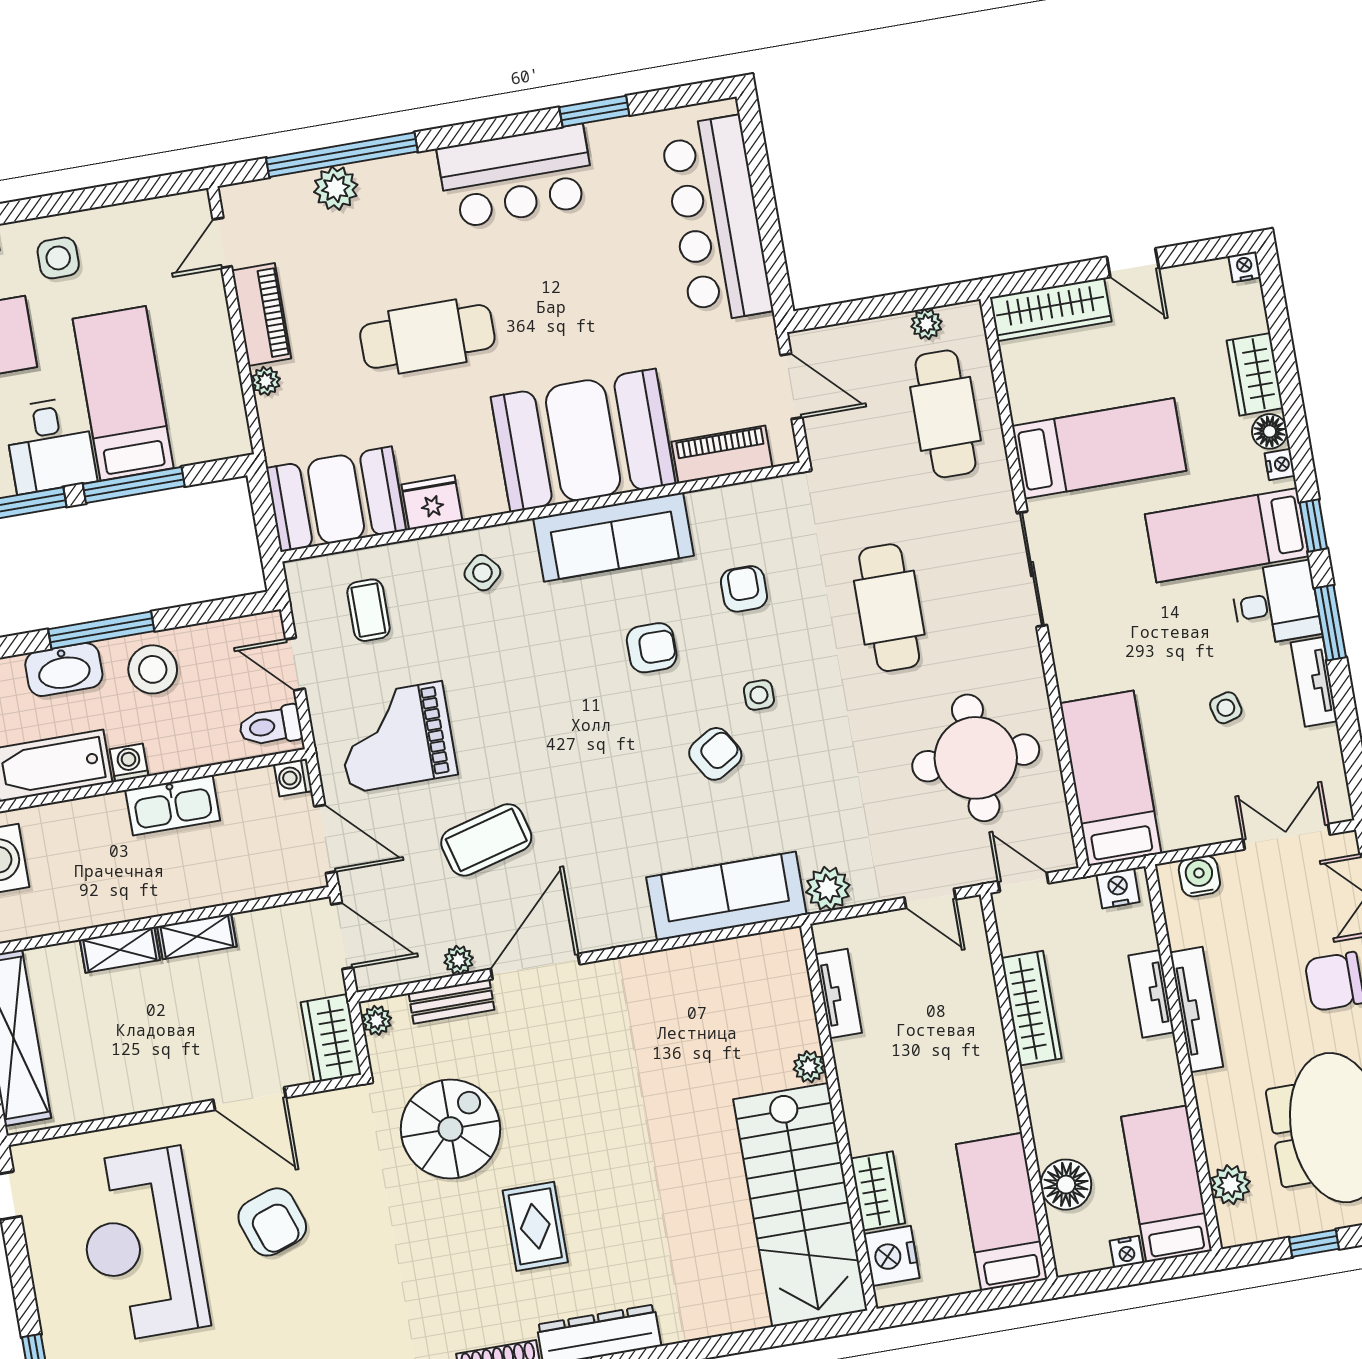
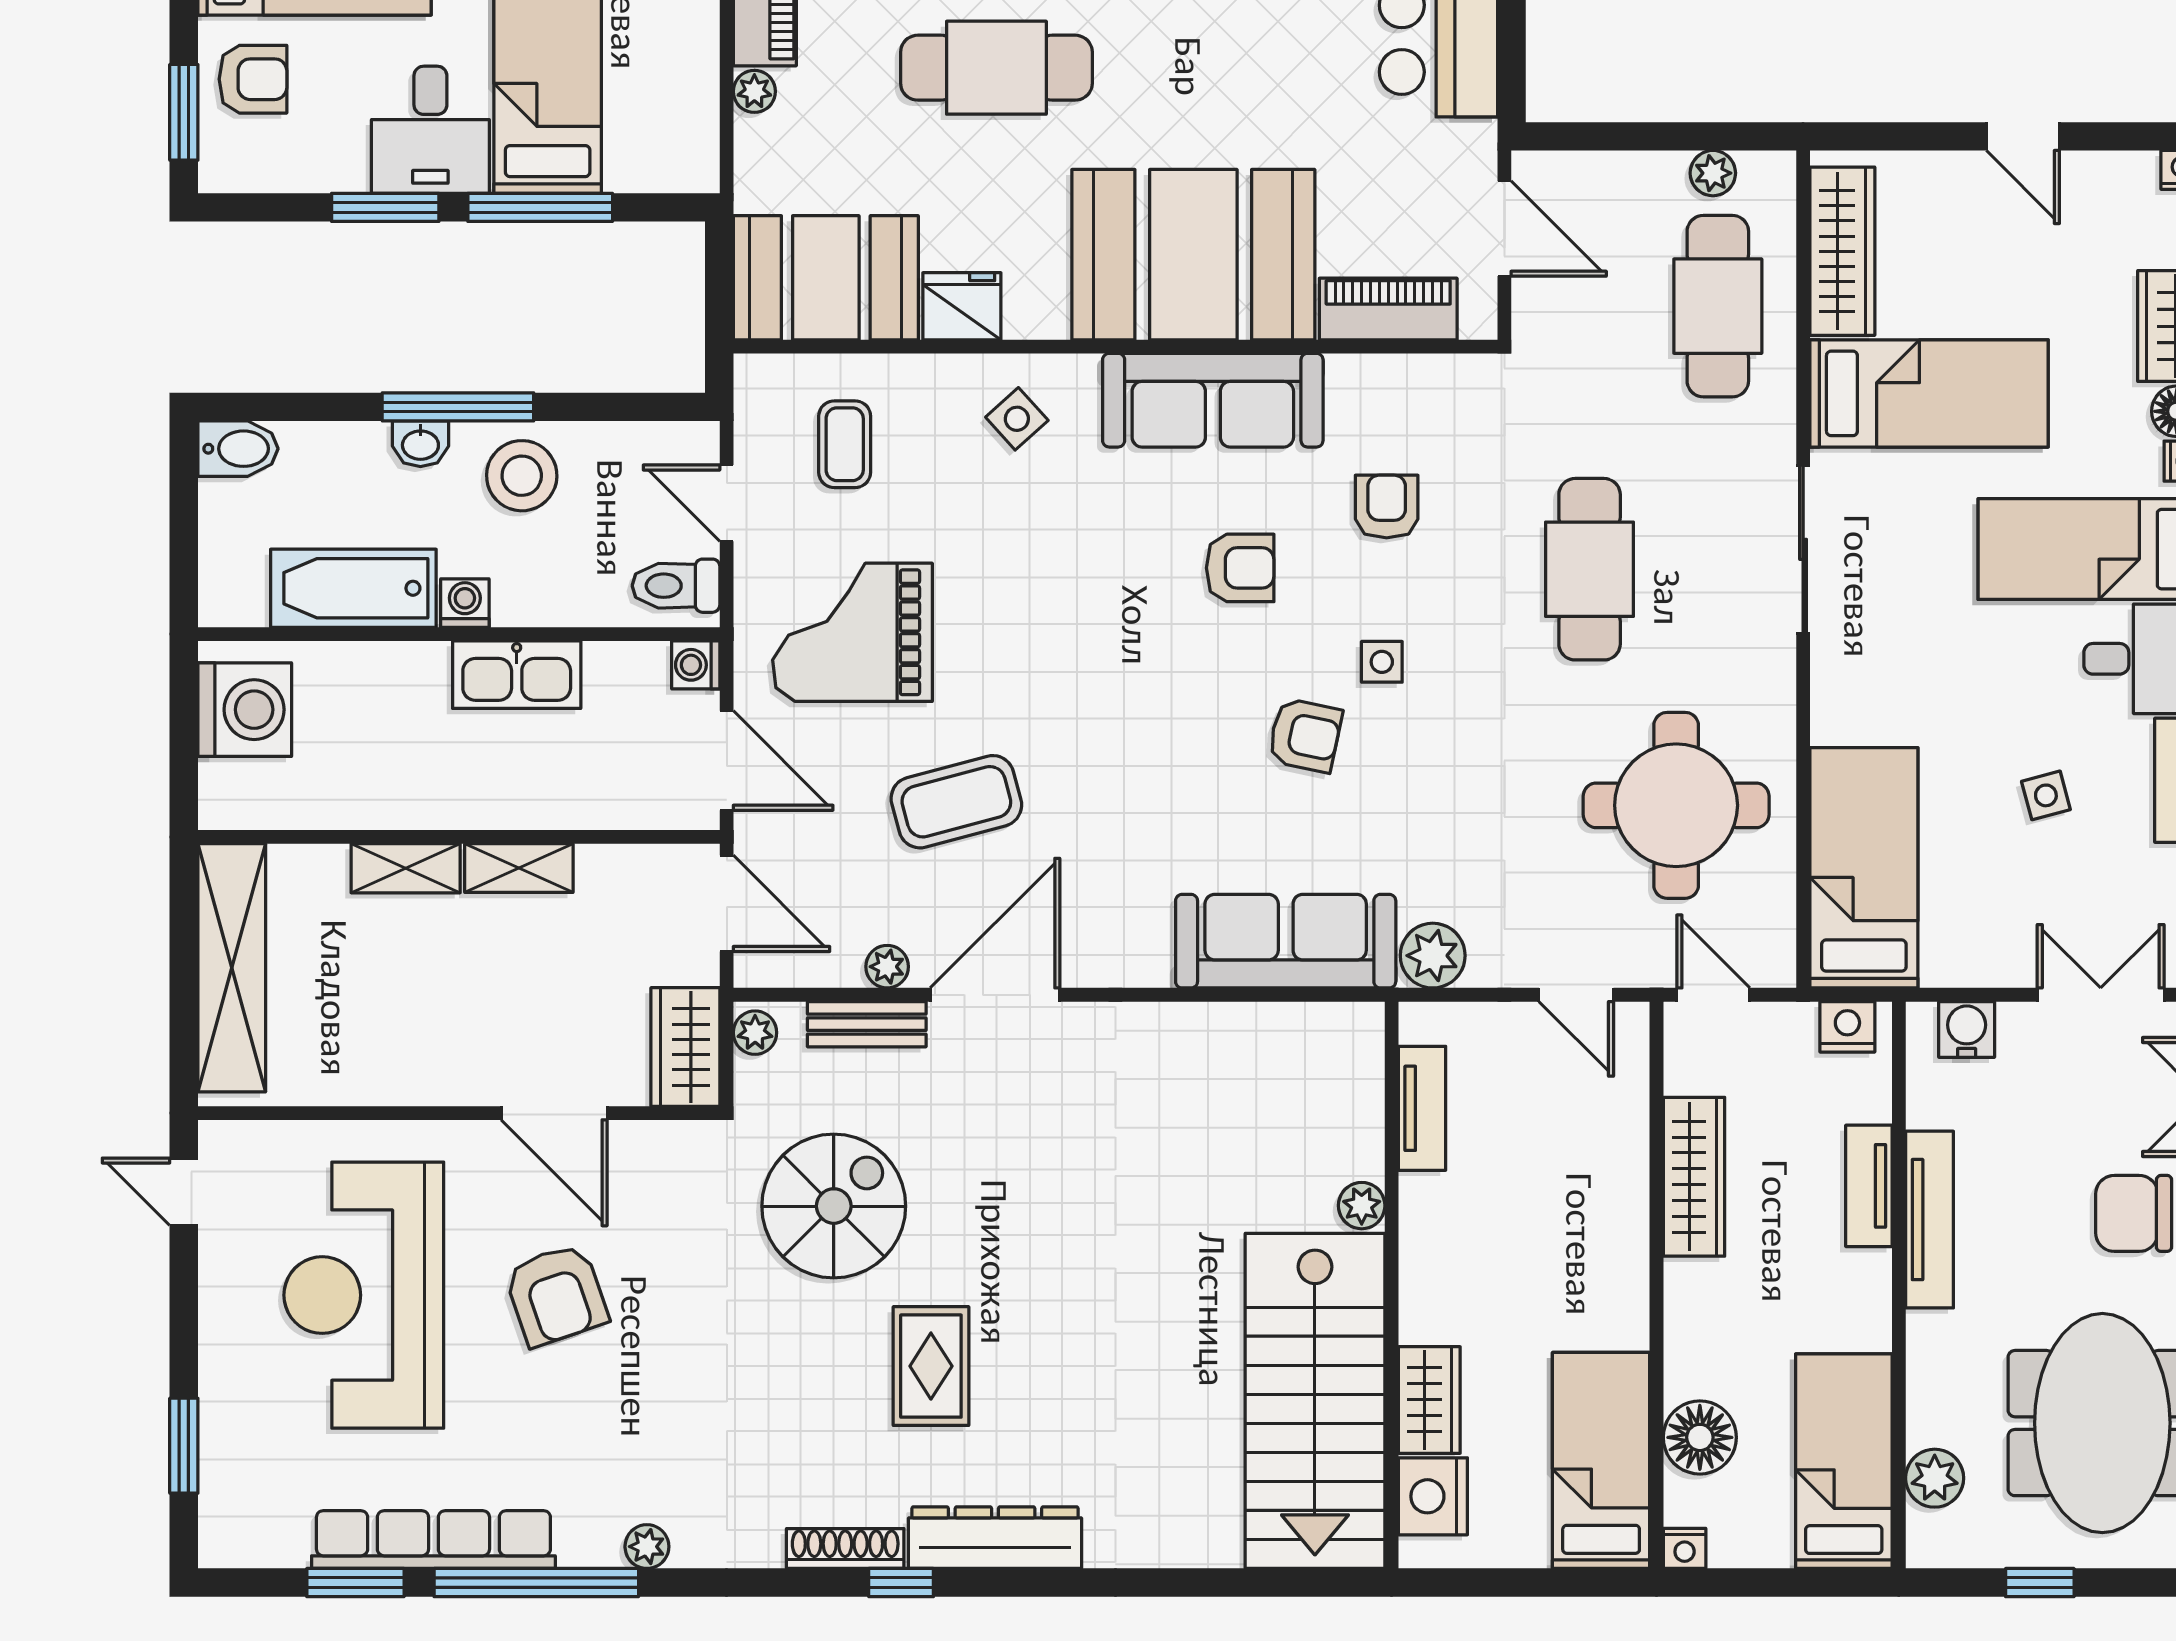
wardrobe: (1051, 310) -> (1842, 251), moved, turned -90
washbasin: (64, 670) -> (420, 444), width x0.52, depth x0.69
armchair: (715, 754) -> (1305, 735), turned 43
nightstand: (1127, 1252) -> (1685, 1548), moved

